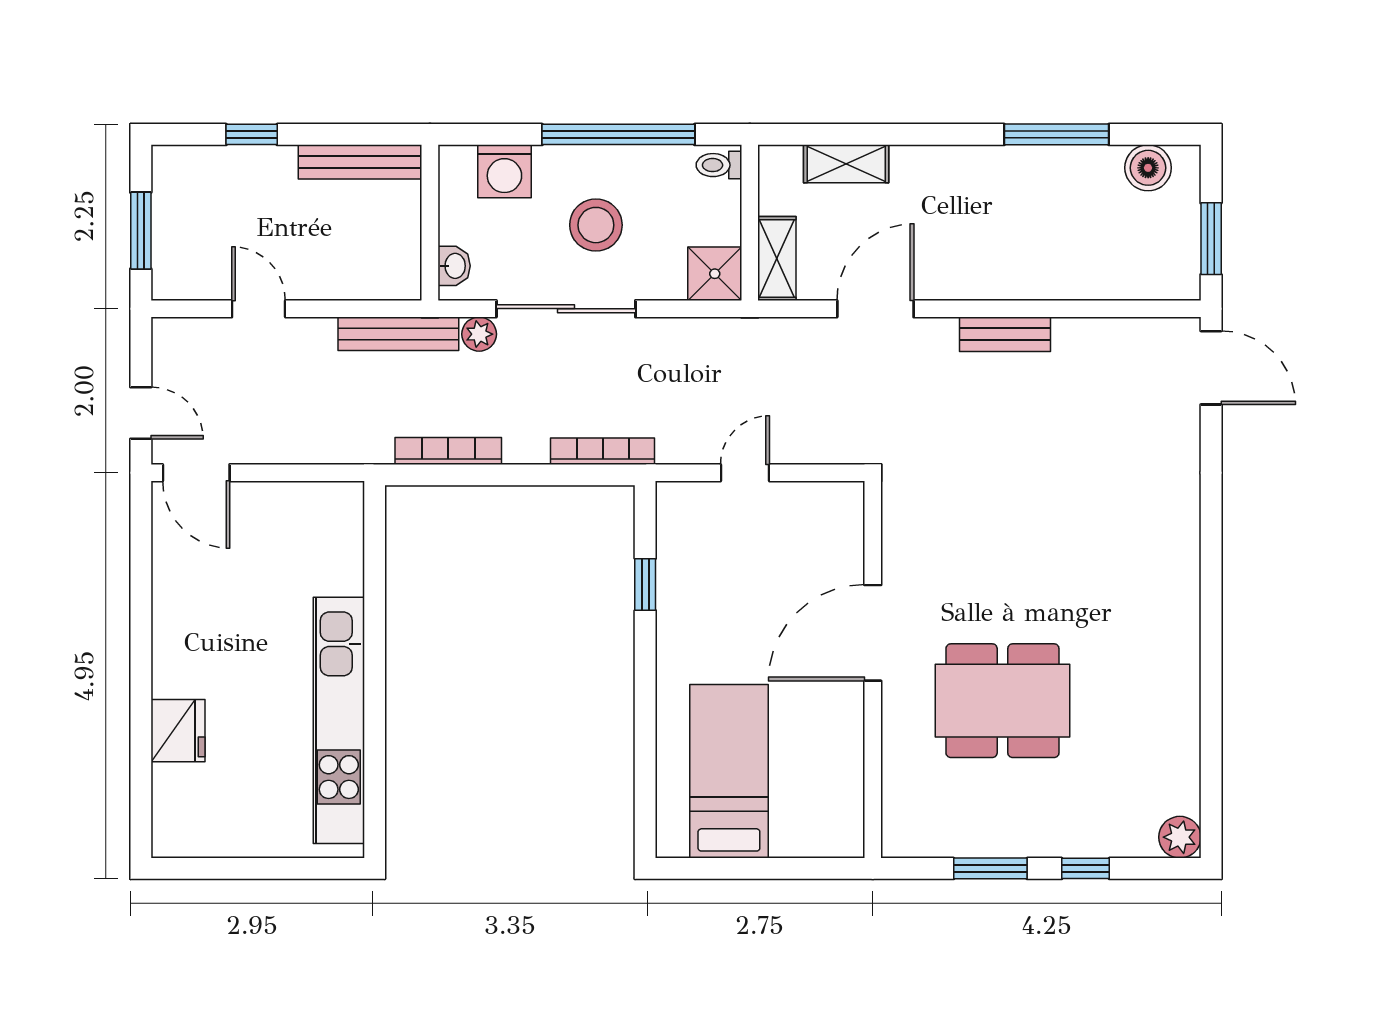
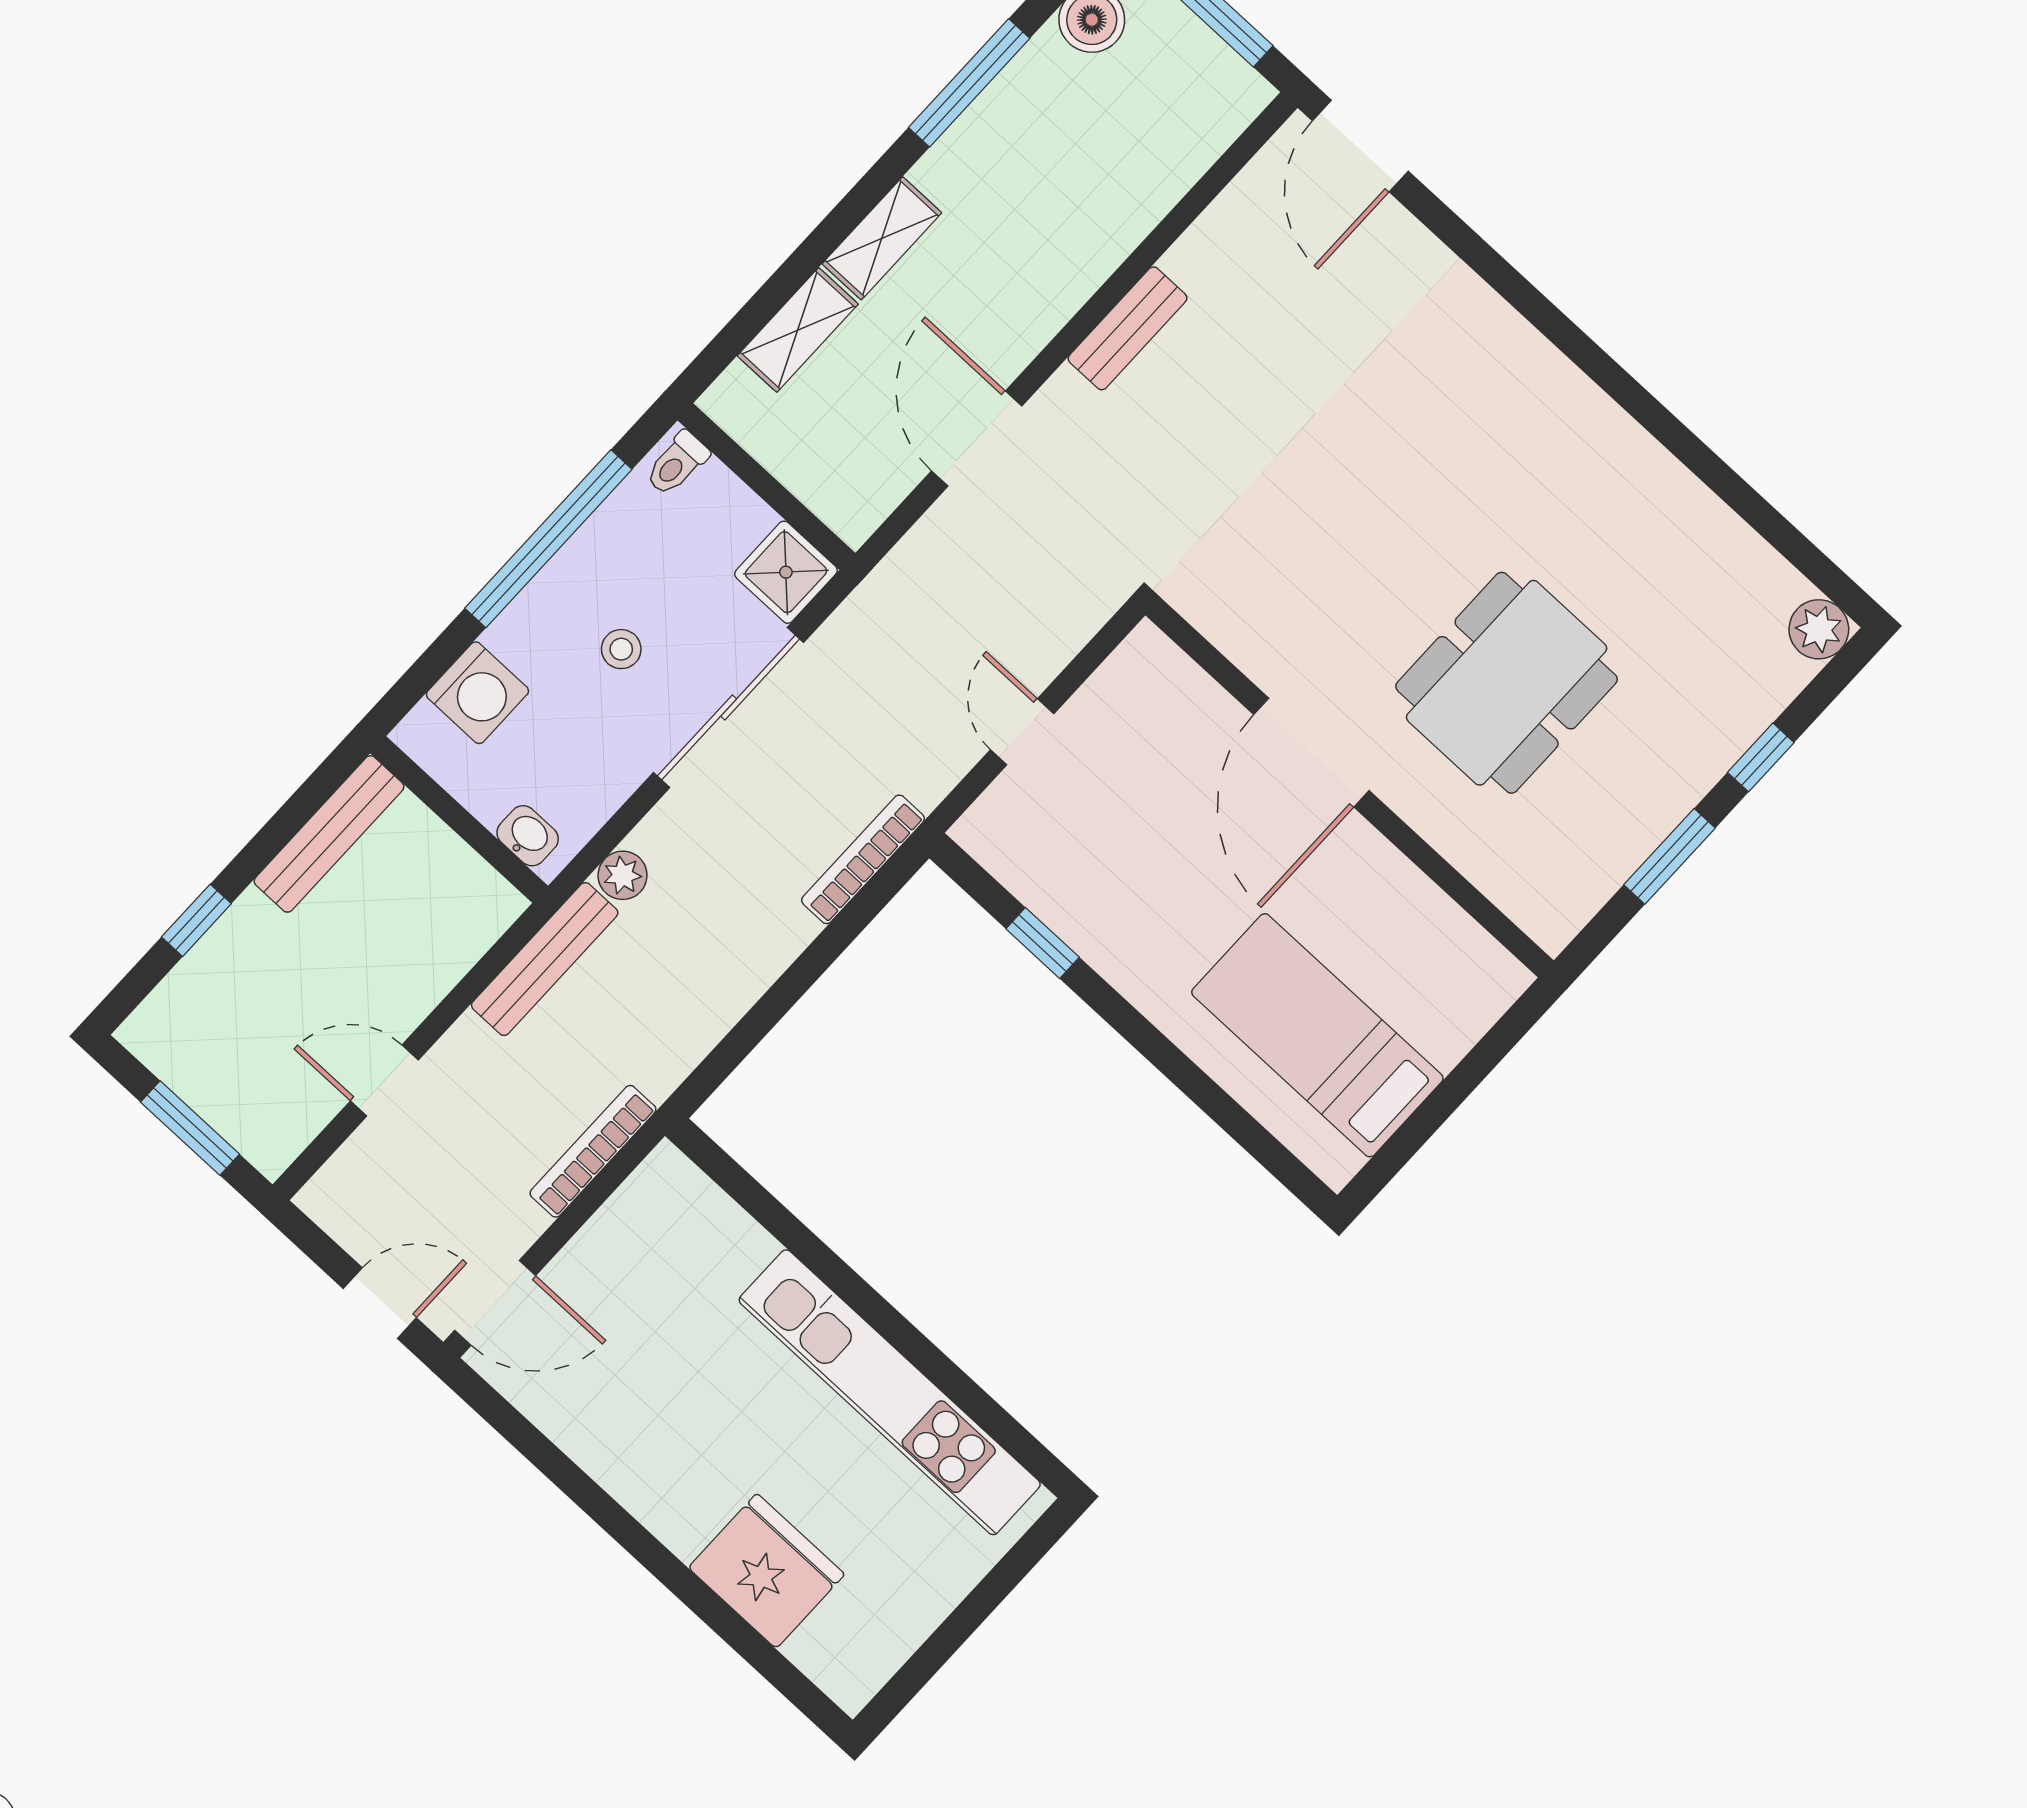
stool: (596, 225) -> (621, 649), width x0.53, depth x0.53
shelving: (777, 258) -> (882, 238), moved, turned 90
sliding door: (566, 309) -> (729, 707), moved
door: (1211, 368) -> (1360, 146), swing flipped
bookcase: (448, 451) -> (593, 1151), moved
fridge: (178, 731) -> (766, 1571), width x1.36, depth x1.34

